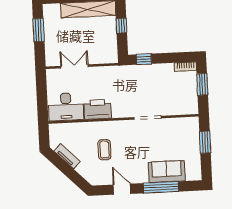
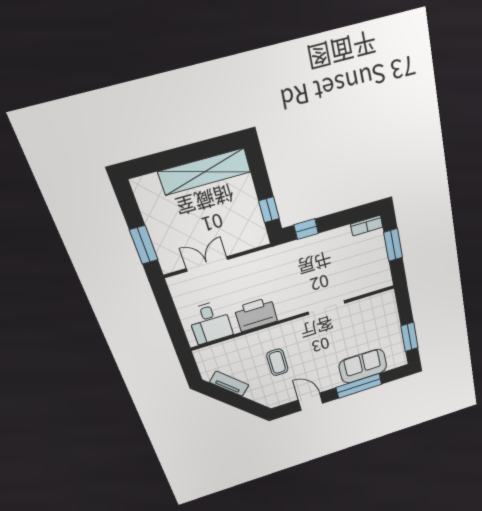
window: (121, 26) -> (269, 210), moved
window: (39, 30) -> (144, 245), moved
desk: (66, 107) -> (210, 323), width x0.73
window: (205, 142) -> (409, 337), moved

